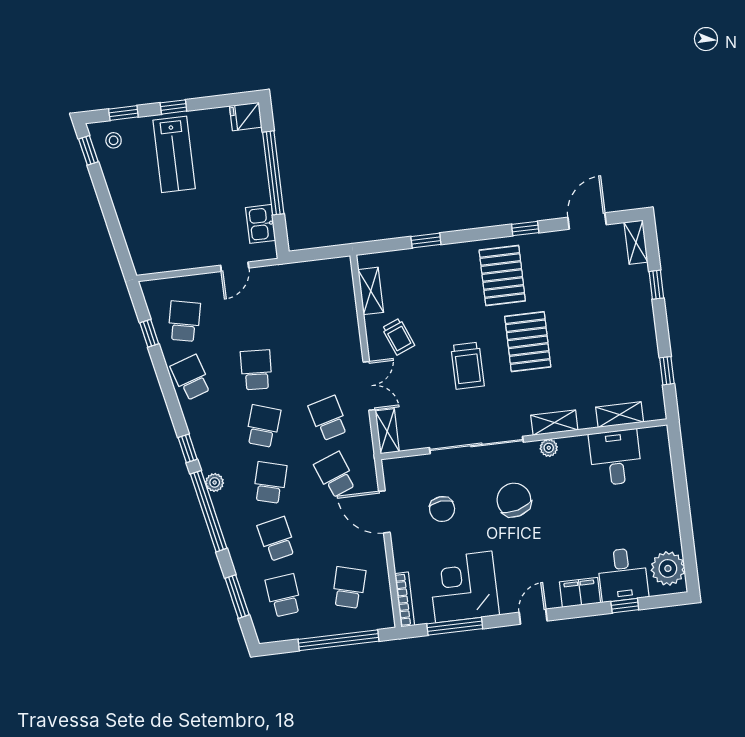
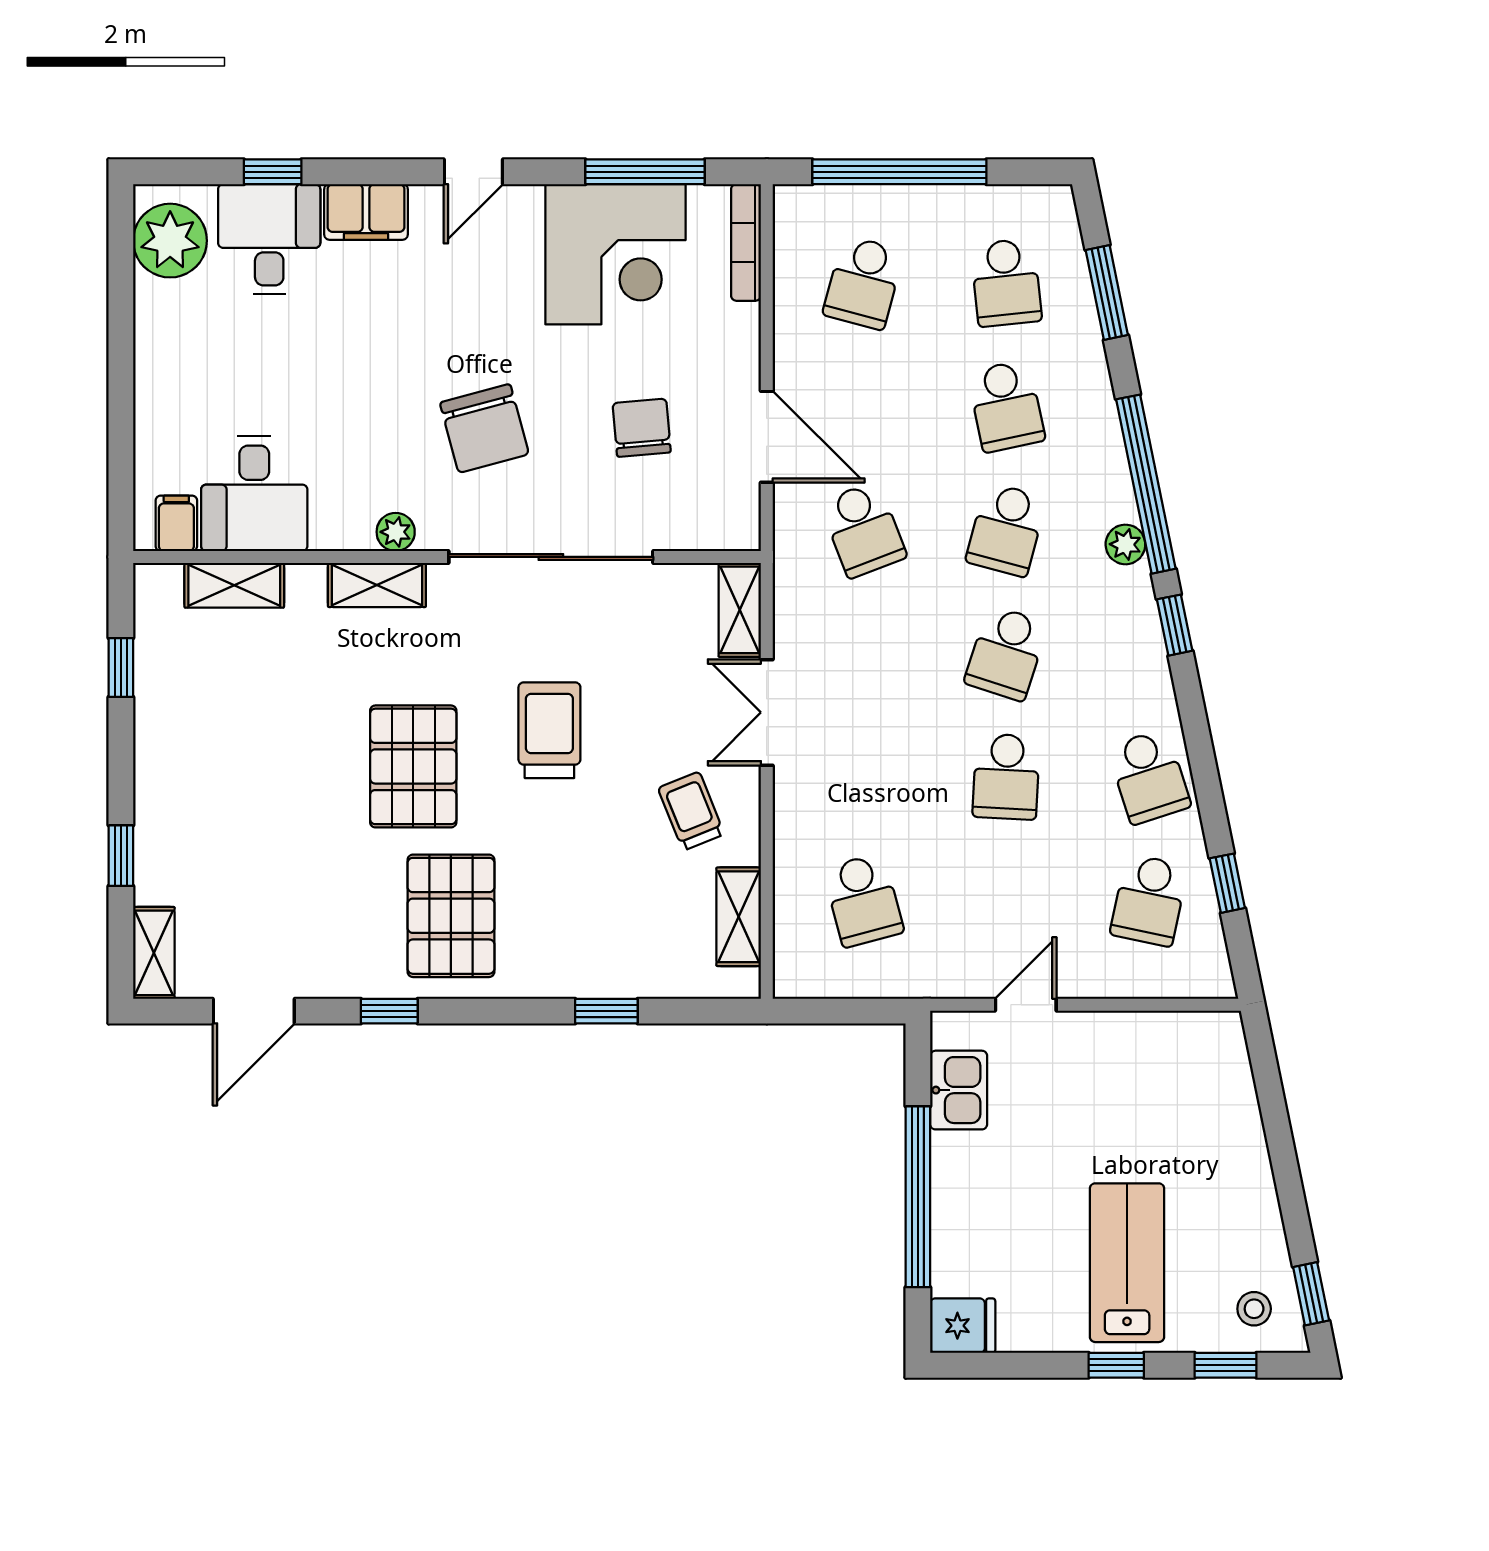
school desk: (328, 418) -> (863, 900), moved
filing cabinet: (649, 440) -> (176, 523), added

